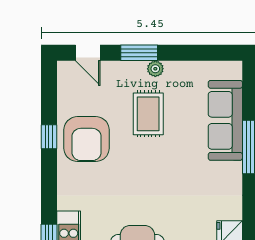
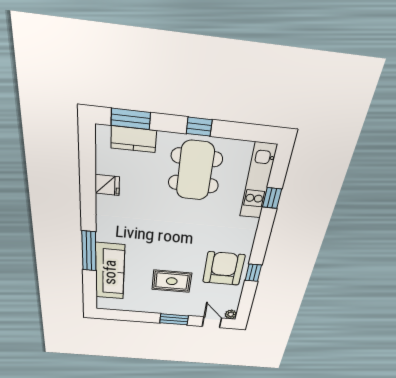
plant: (155, 69) -> (231, 314), moved
rug: (148, 114) -> (172, 281), turned 90

